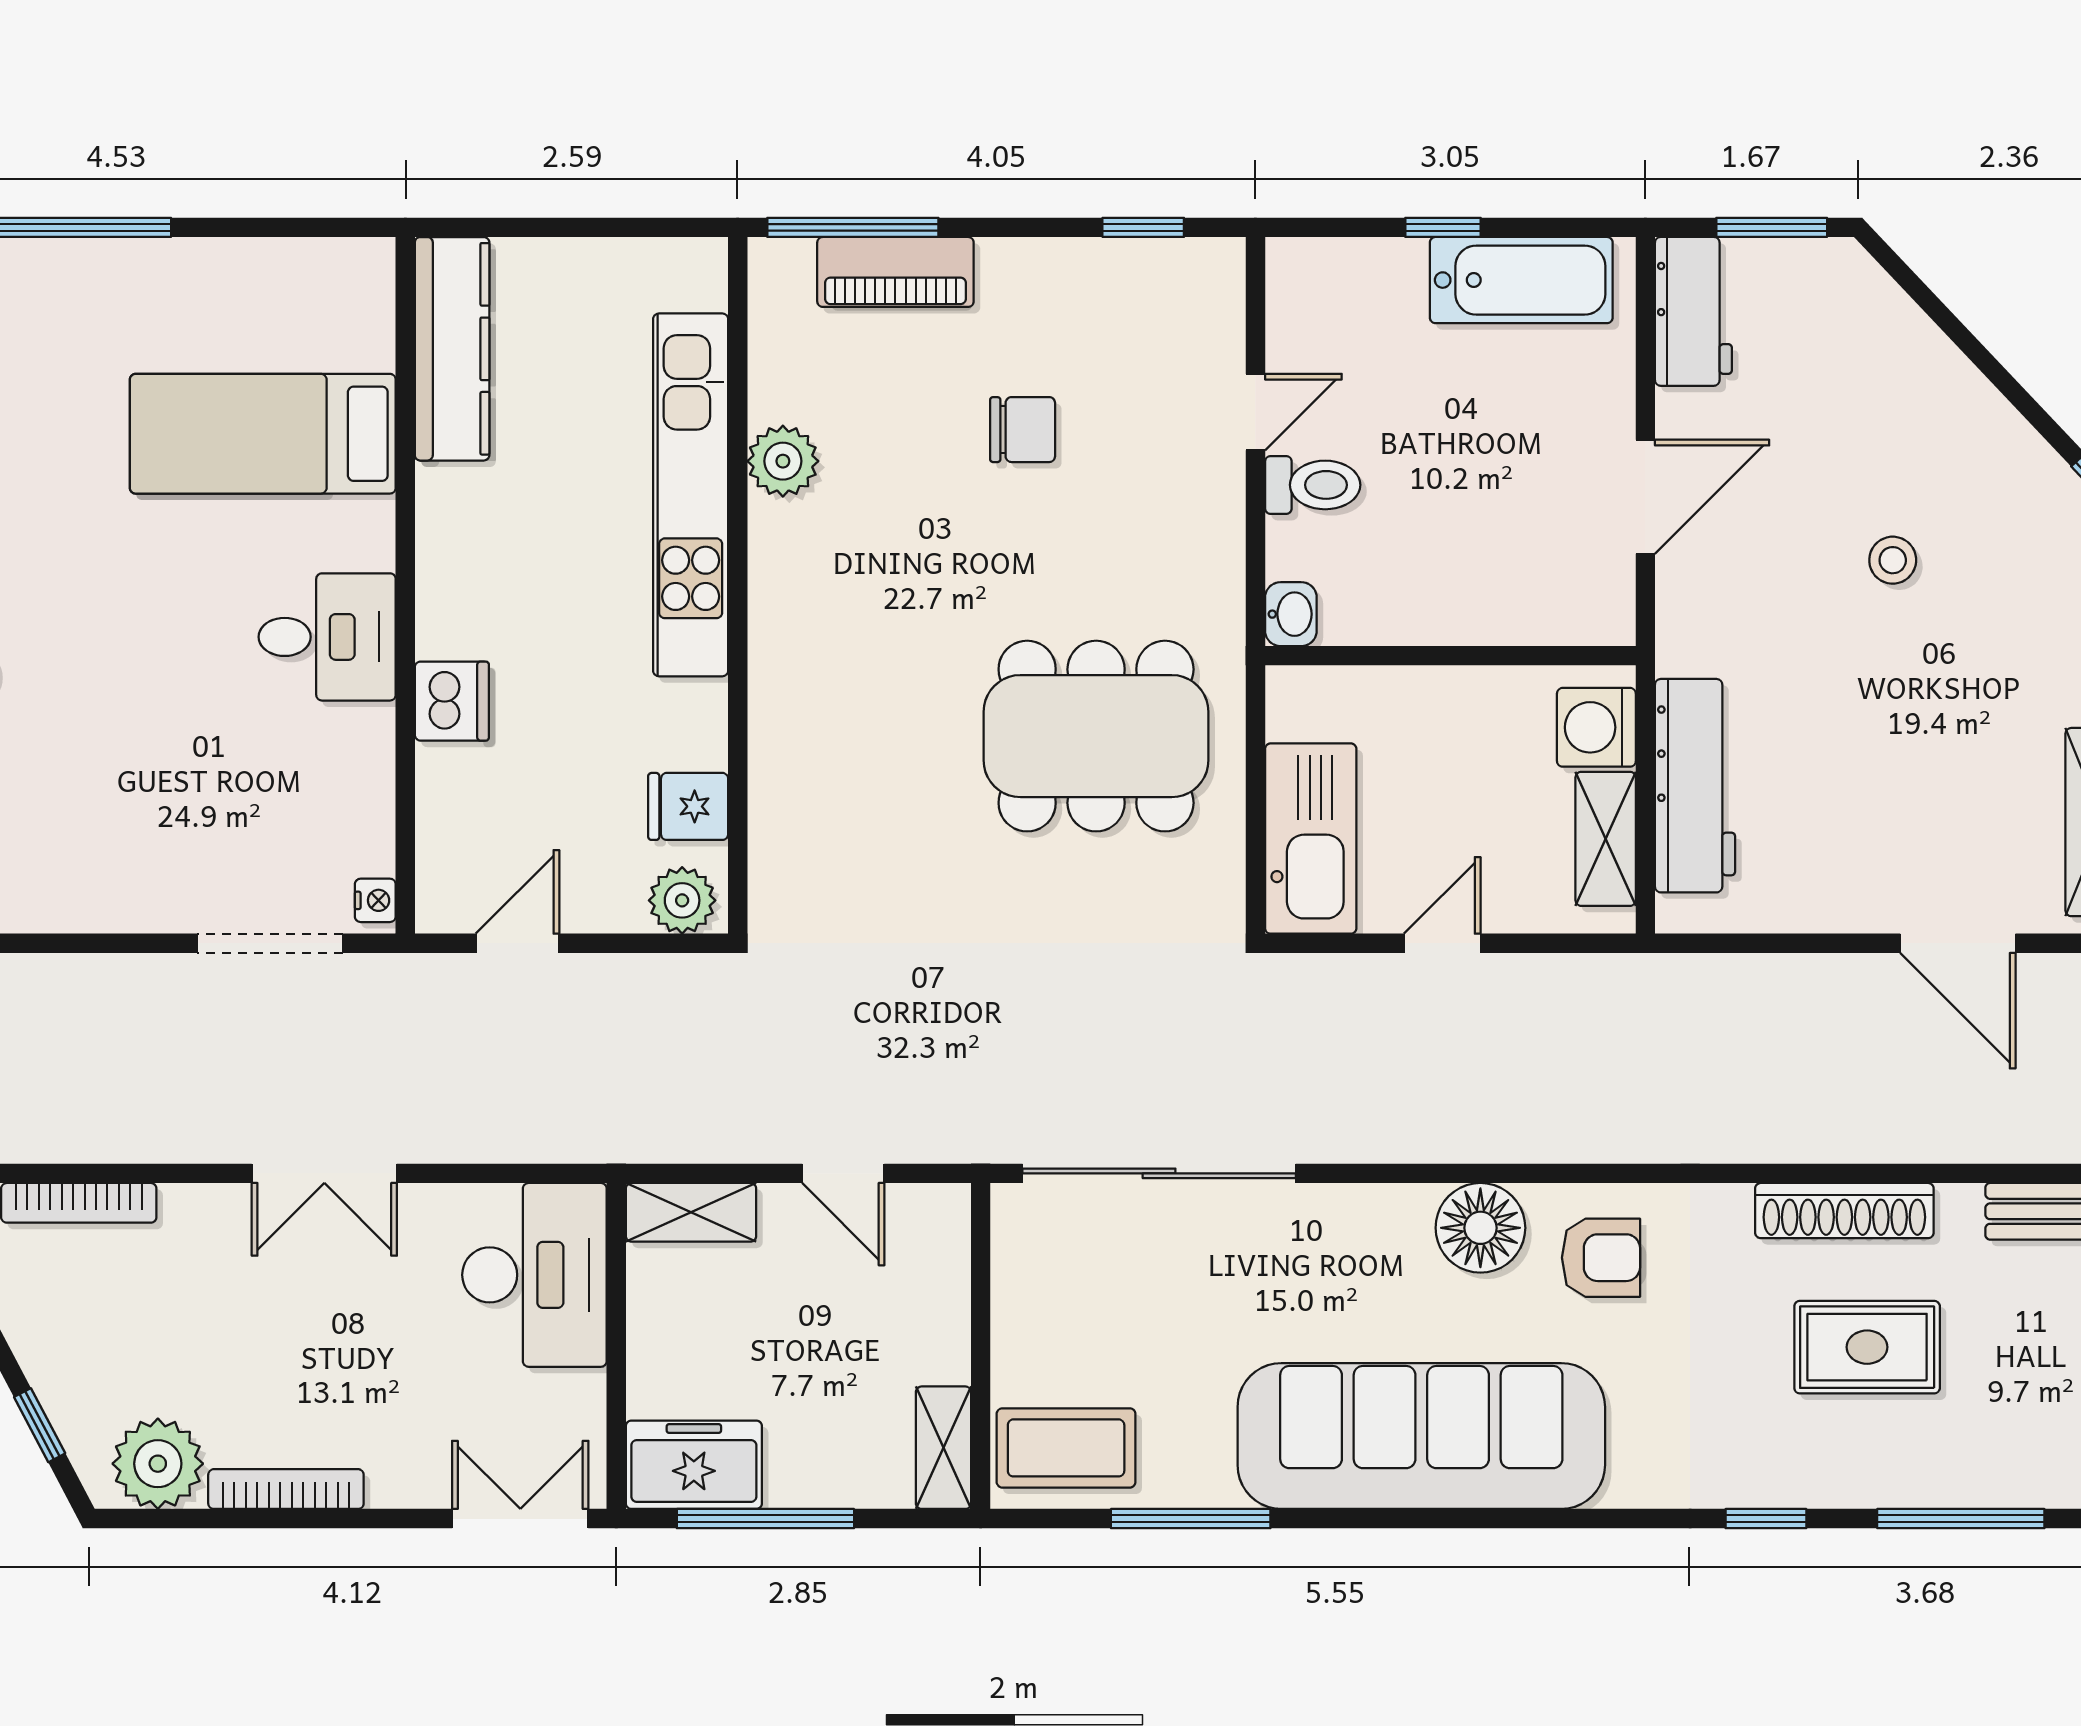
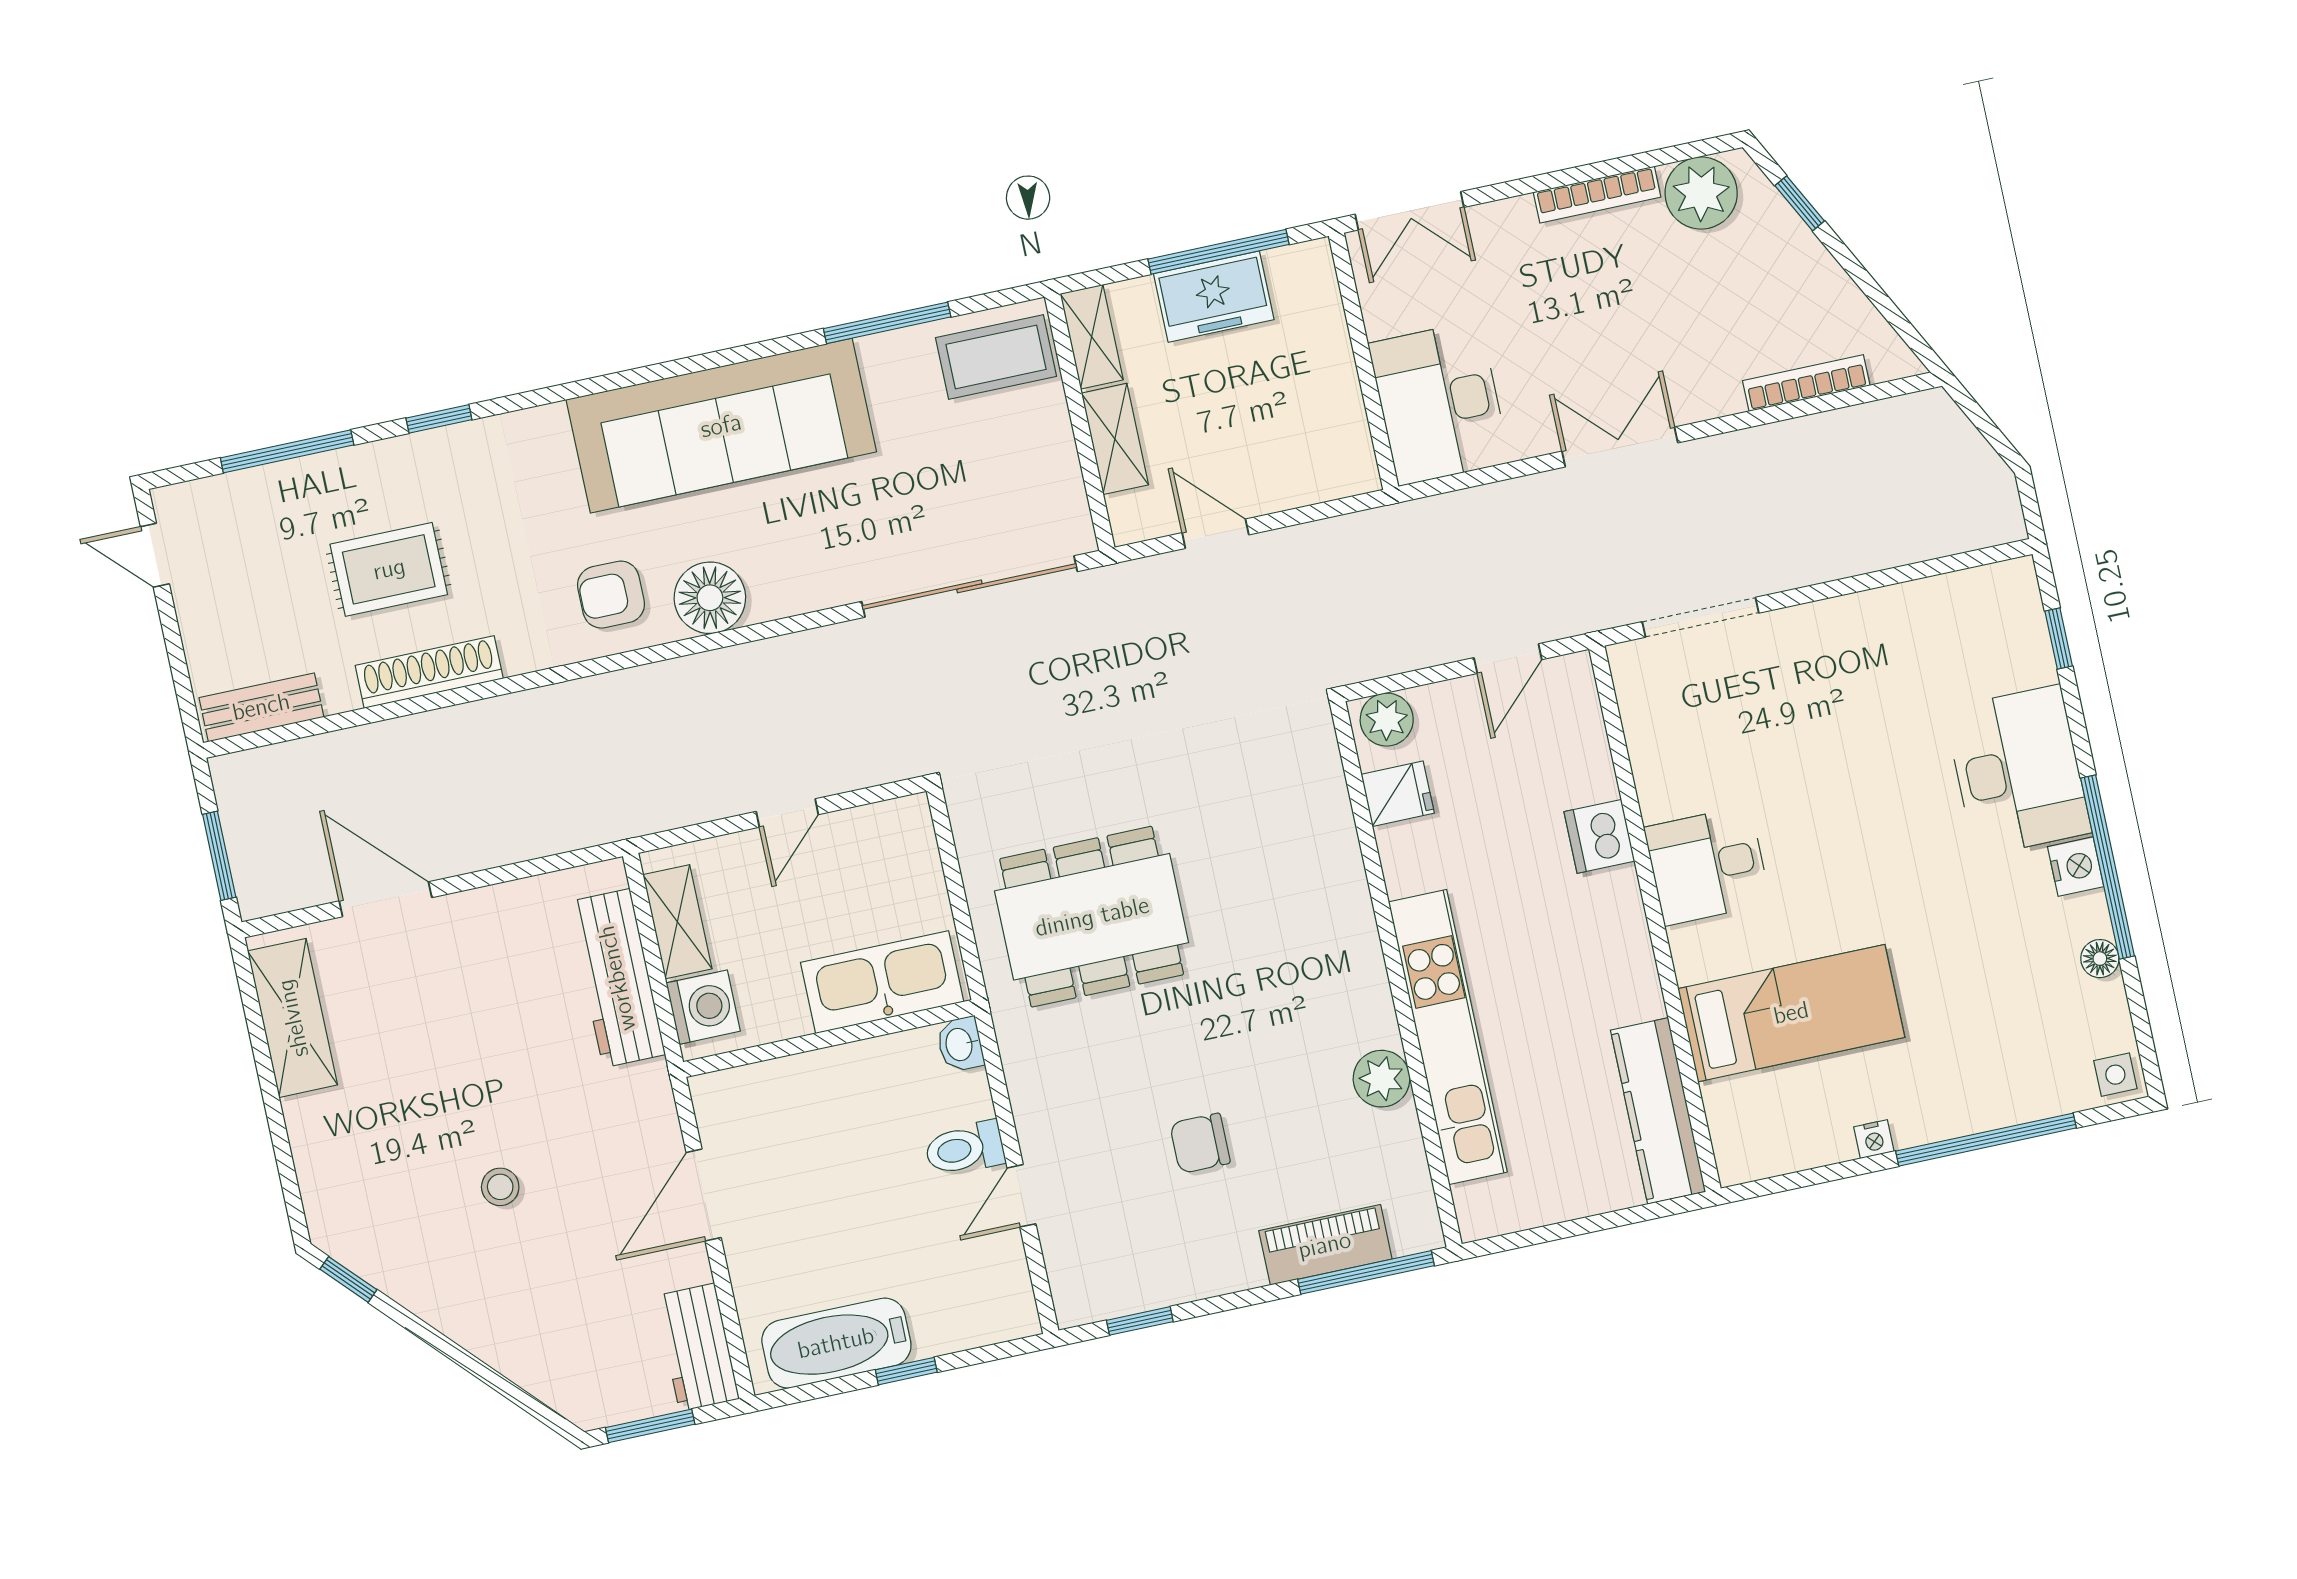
kitchen sink: (1311, 839) -> (882, 982), moved, turned 90
nightstand: (375, 900) -> (1874, 1139), moved, turned -90
shelving: (691, 1212) -> (1115, 439), moved, turned 90
freezer: (694, 1465) -> (1214, 297), moved

